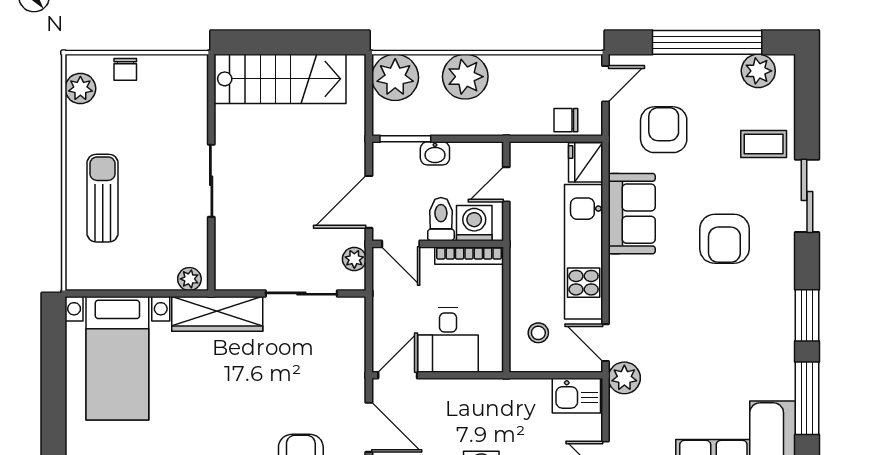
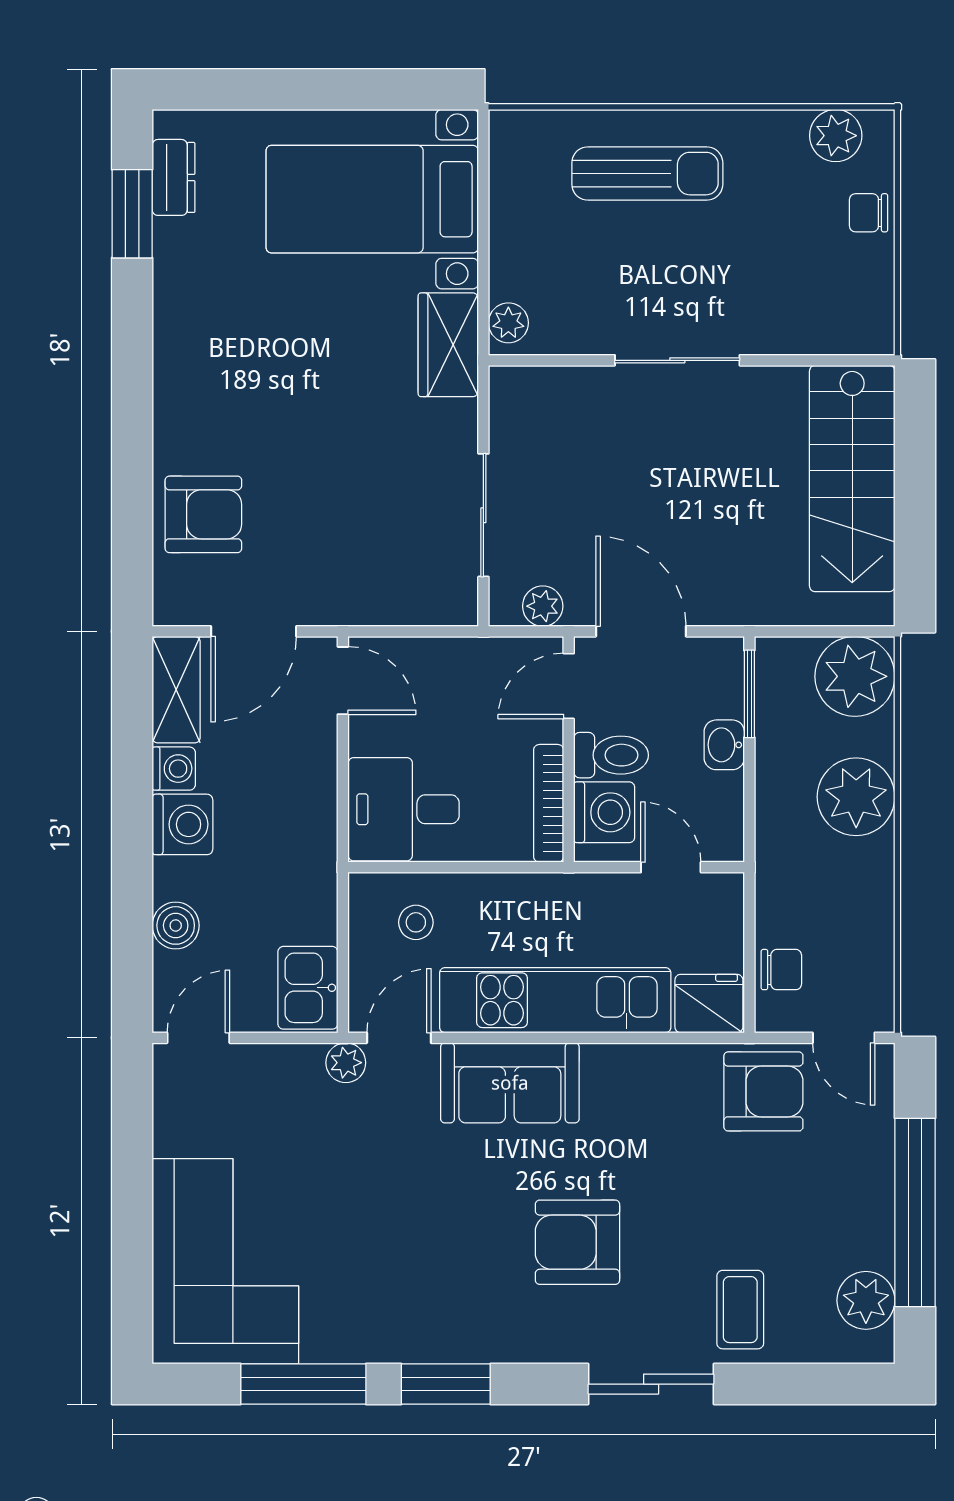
chair: (566, 120) -> (781, 970), turned 90
armchair: (664, 130) -> (763, 1091), moved
sofa: (632, 214) -> (510, 1083), moved
wardrobe: (217, 314) -> (448, 345), width x0.67
desk: (448, 340) -> (404, 809), moved
plant: (624, 378) -> (346, 1063), width x0.73, depth x0.73

